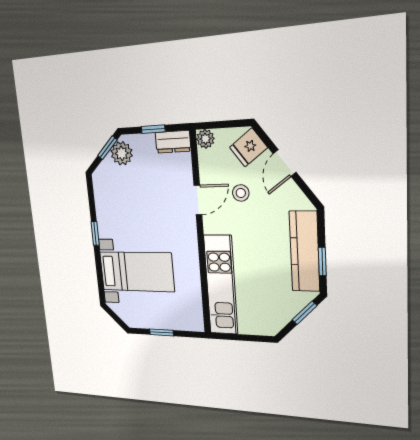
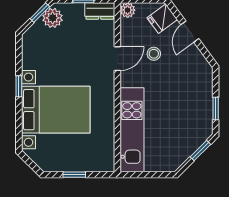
kitchen counter: (304, 251) -> (202, 101), removed
bed with nightstands: (137, 272) -> (56, 110), width x1.36

